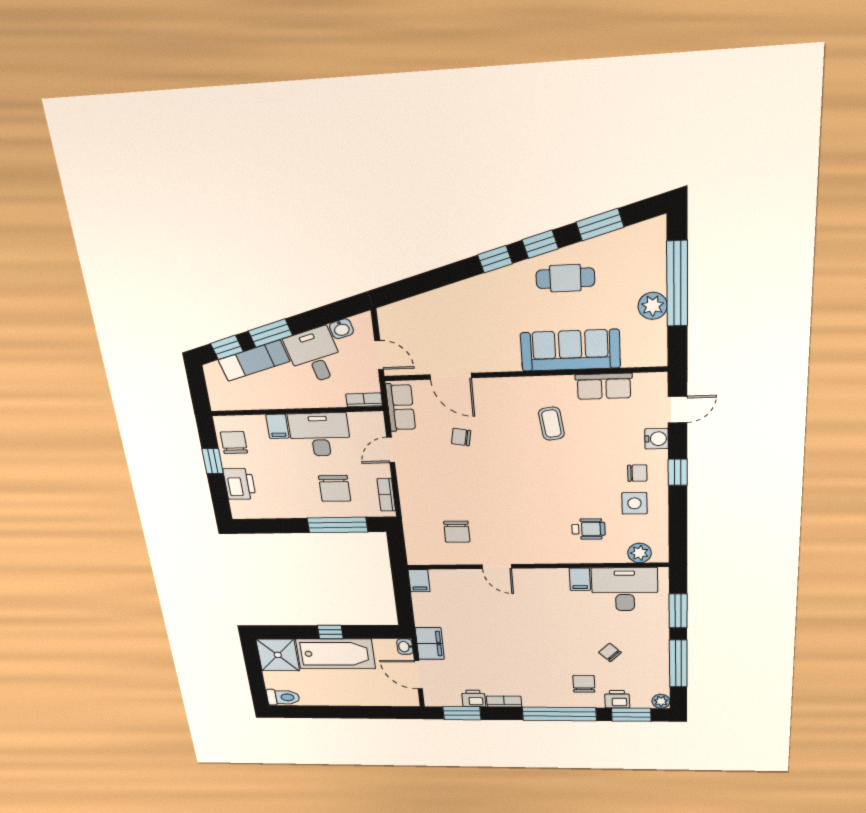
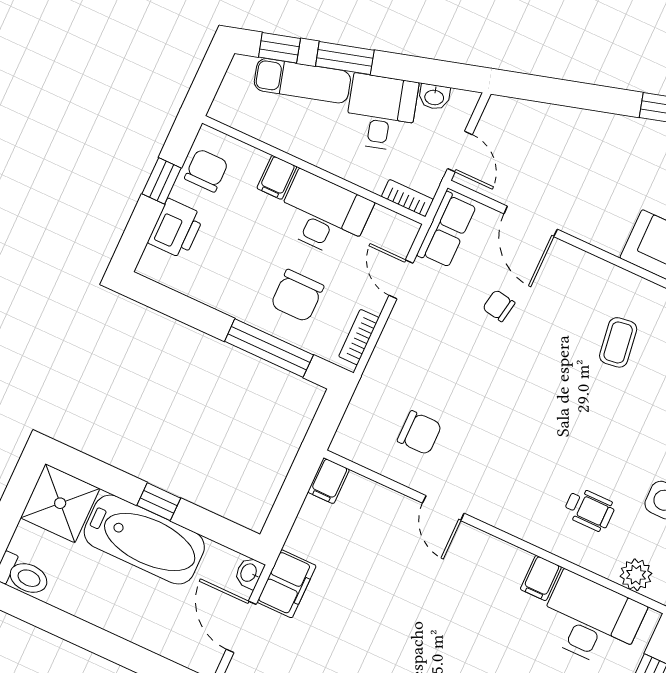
door: (391, 450) -> (401, 279), hinge flipped
chair: (457, 532) -> (420, 433), turned -90

